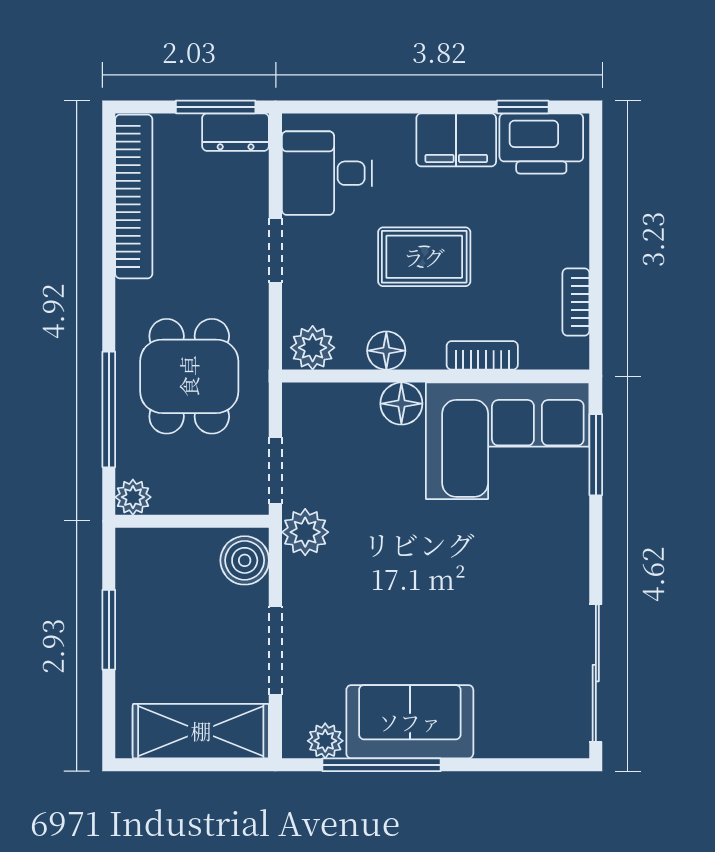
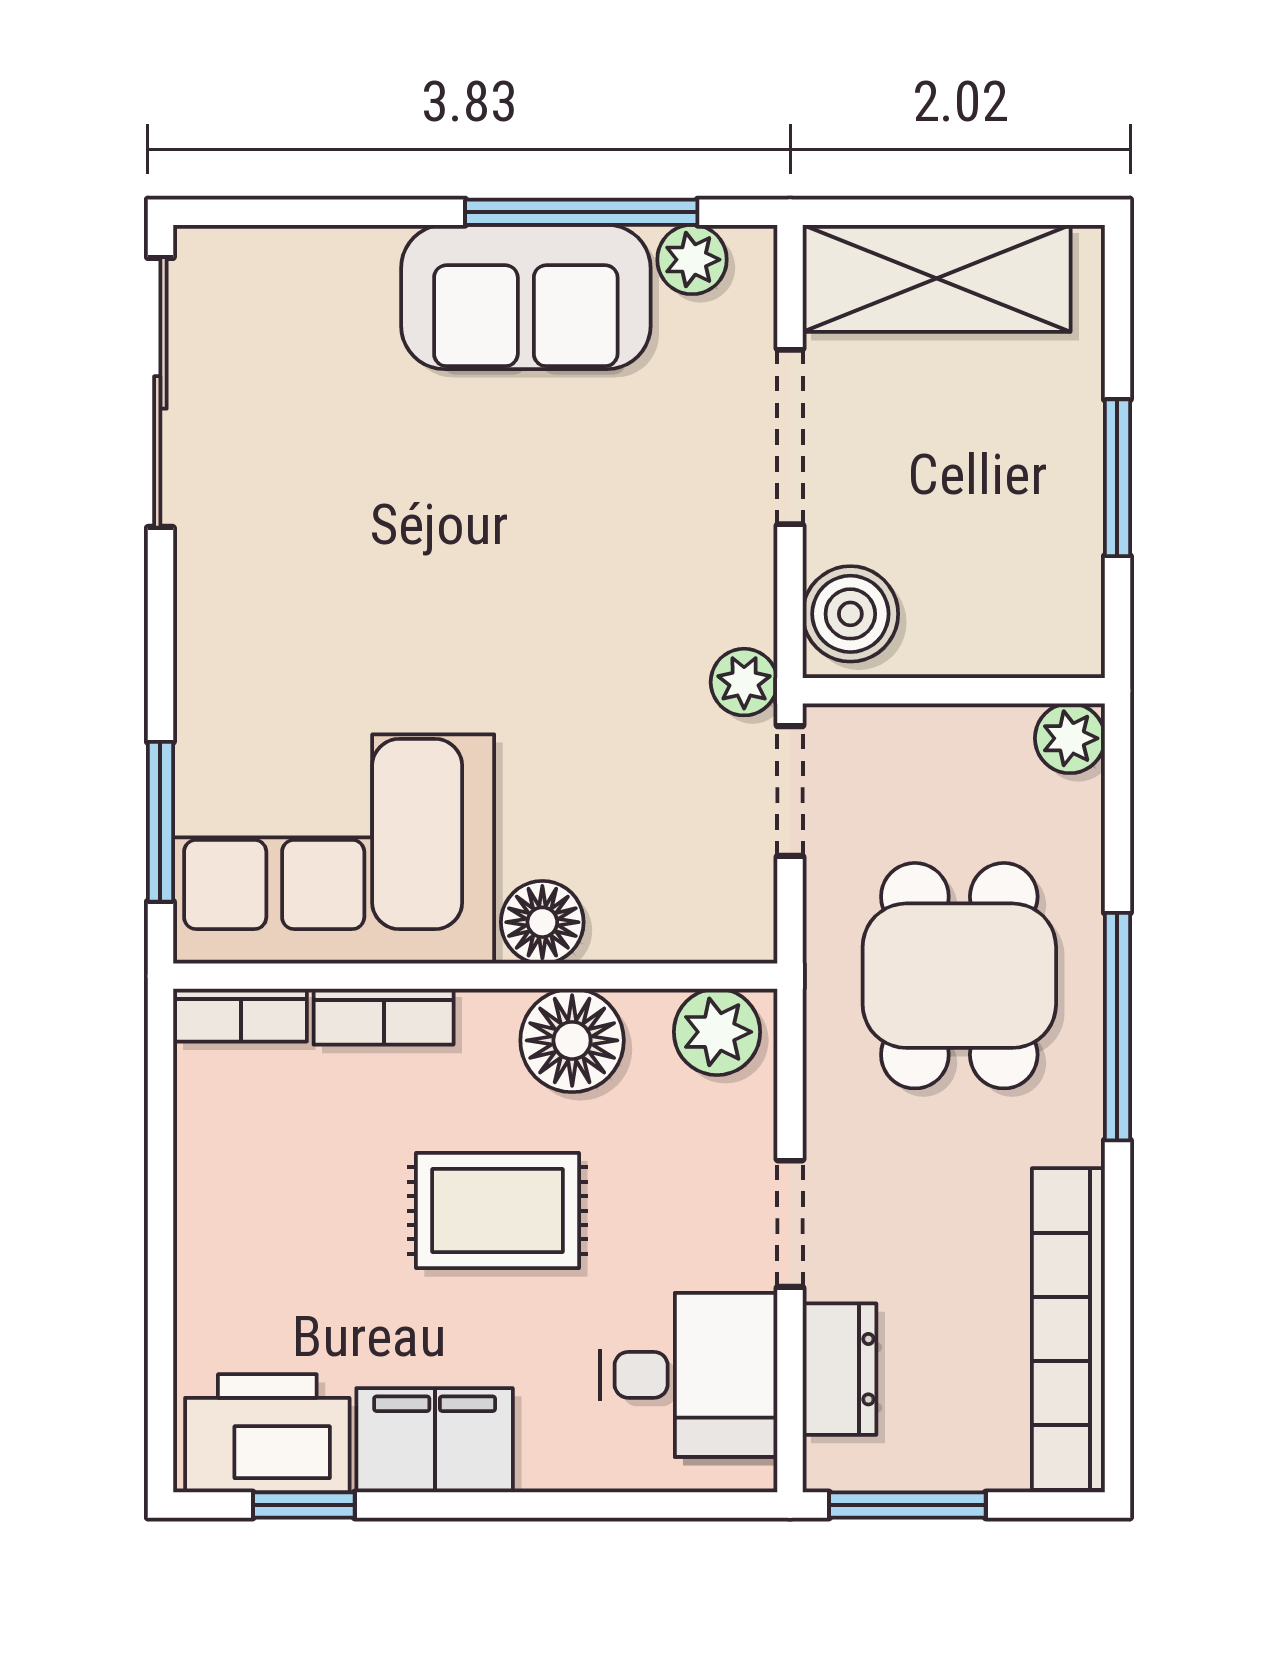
dresser: (236, 132) -> (840, 1369), moved, turned 90
bookcase: (576, 302) -> (241, 1015), moved, turned 90
floor lamp: (386, 351) -> (572, 1040), width x1.38, depth x1.38
window: (109, 409) -> (1117, 1027), moved
plant: (305, 532) -> (744, 682), width x0.73, depth x0.73

